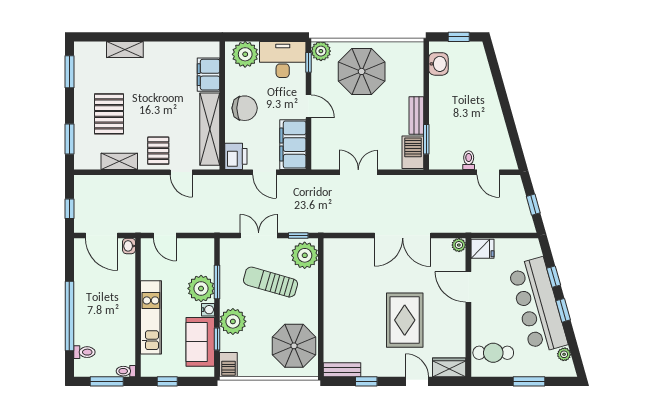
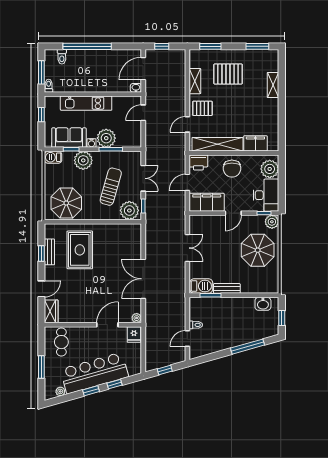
window: (500, 86) -> (247, 347), added
rug: (405, 320) -> (80, 250), moved, turned 90
bench: (342, 370) -> (49, 252), moved

